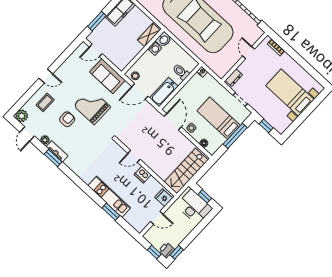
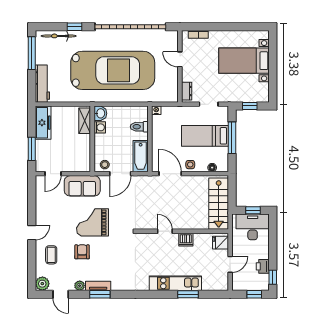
door: (134, 156) -> (165, 231), swing flipped
printer: (166, 250) -> (263, 266), moved

